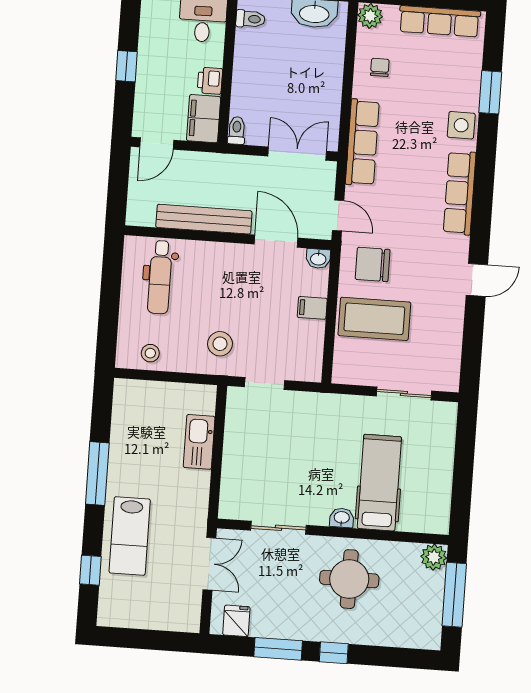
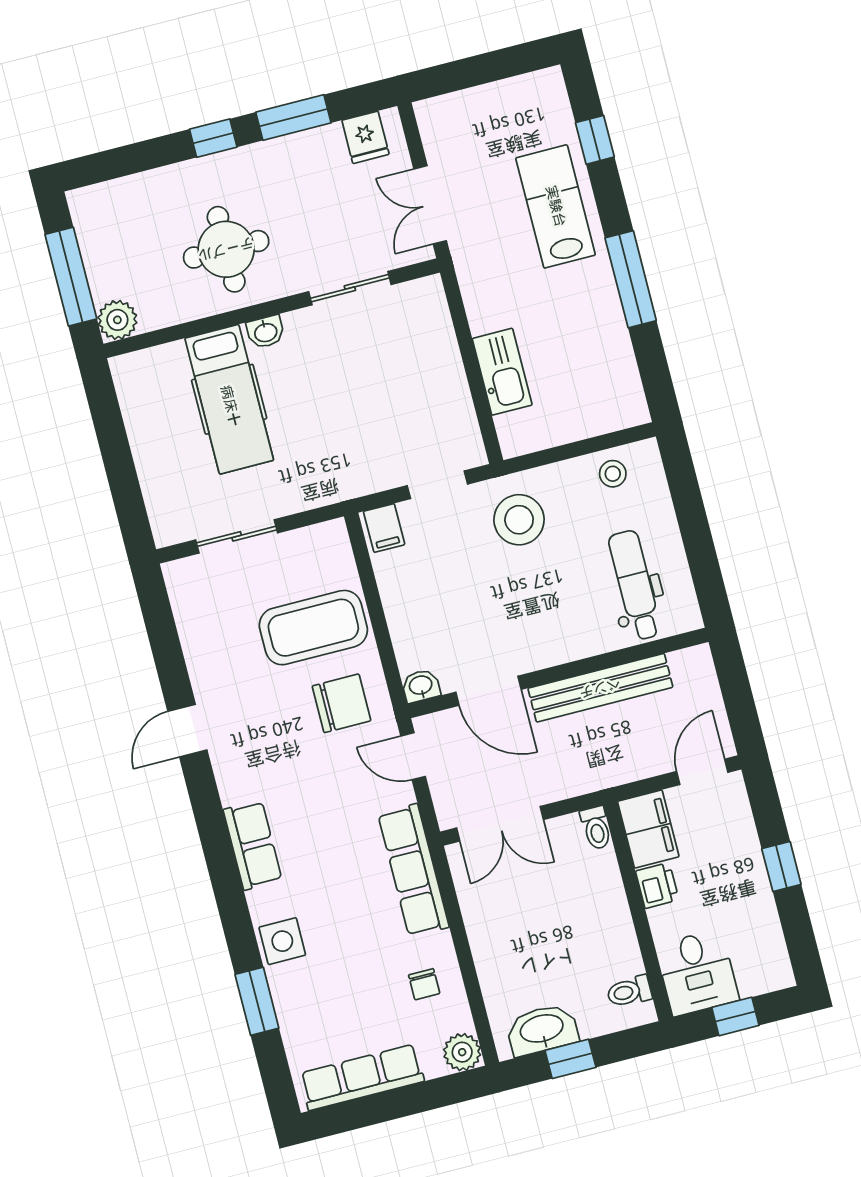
row of seats: (460, 193) -> (253, 845), width x0.68
filing cabinet: (312, 308) -> (384, 528), moved, turned 90
stool: (220, 344) -> (519, 520), width x1.38, depth x1.38

